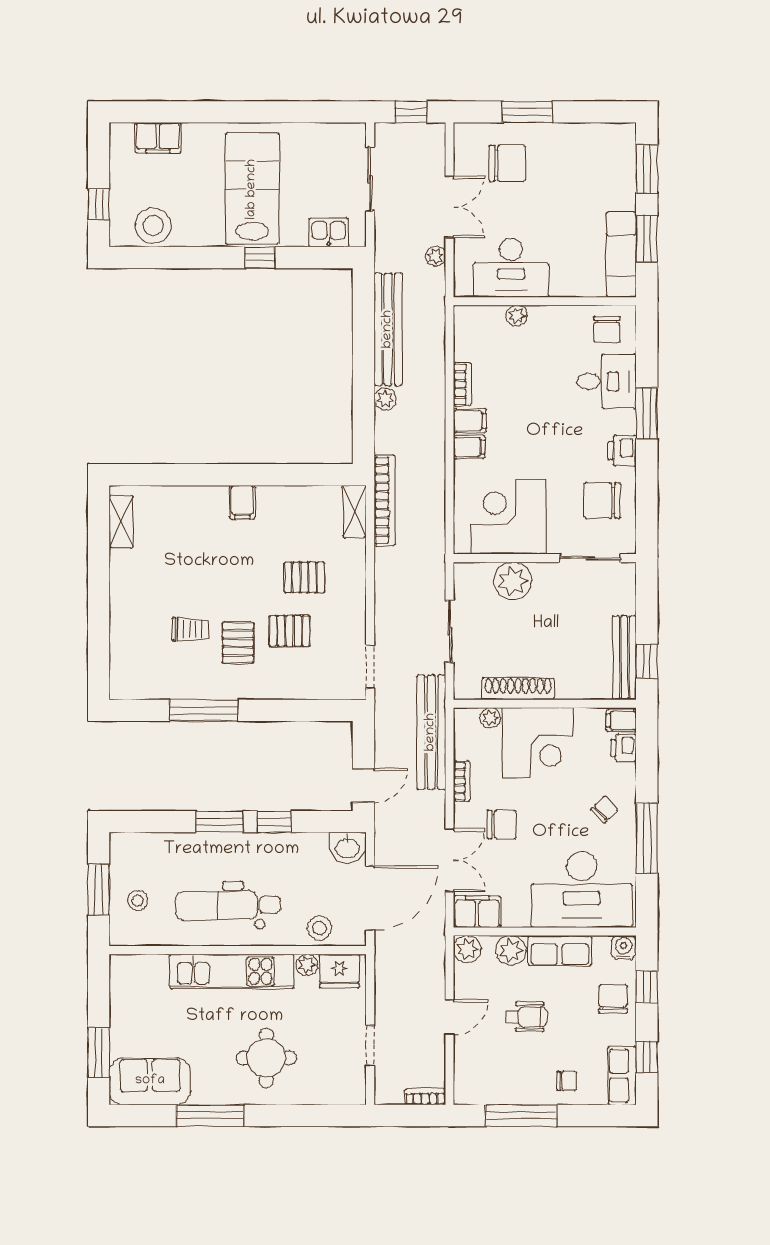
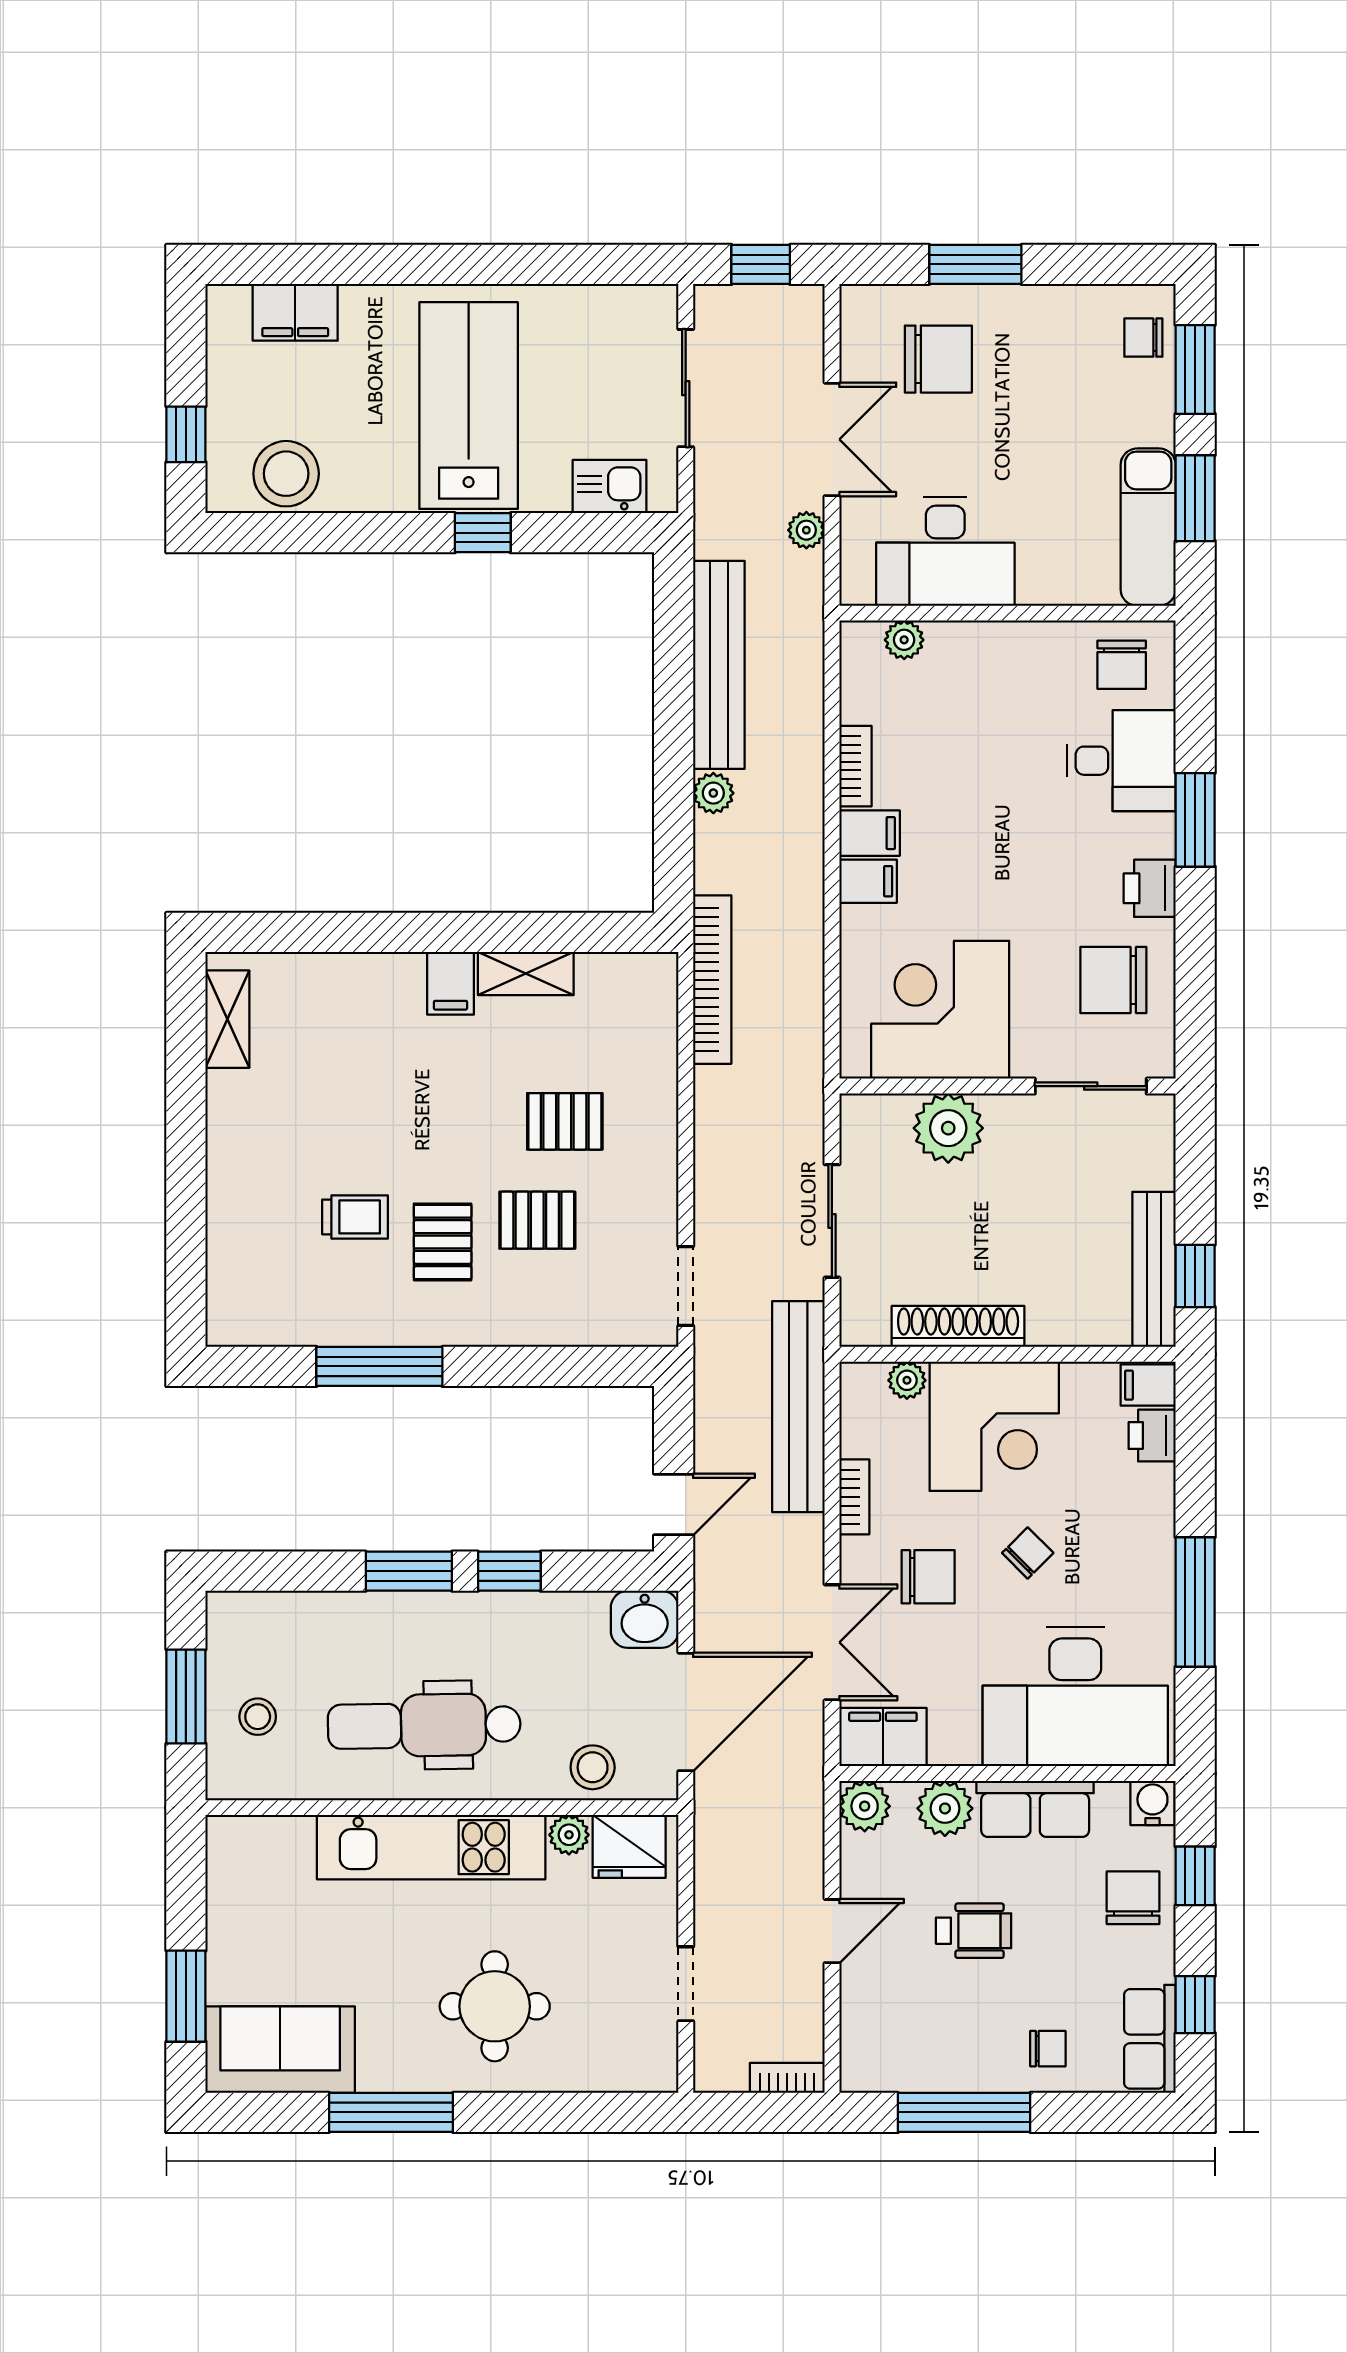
chair: (619, 152) -> (1143, 338), added
plant: (517, 316) -> (904, 640), moved
shelving: (354, 511) -> (526, 974), moved, turned 90
chair: (604, 810) -> (1028, 1553), moved

